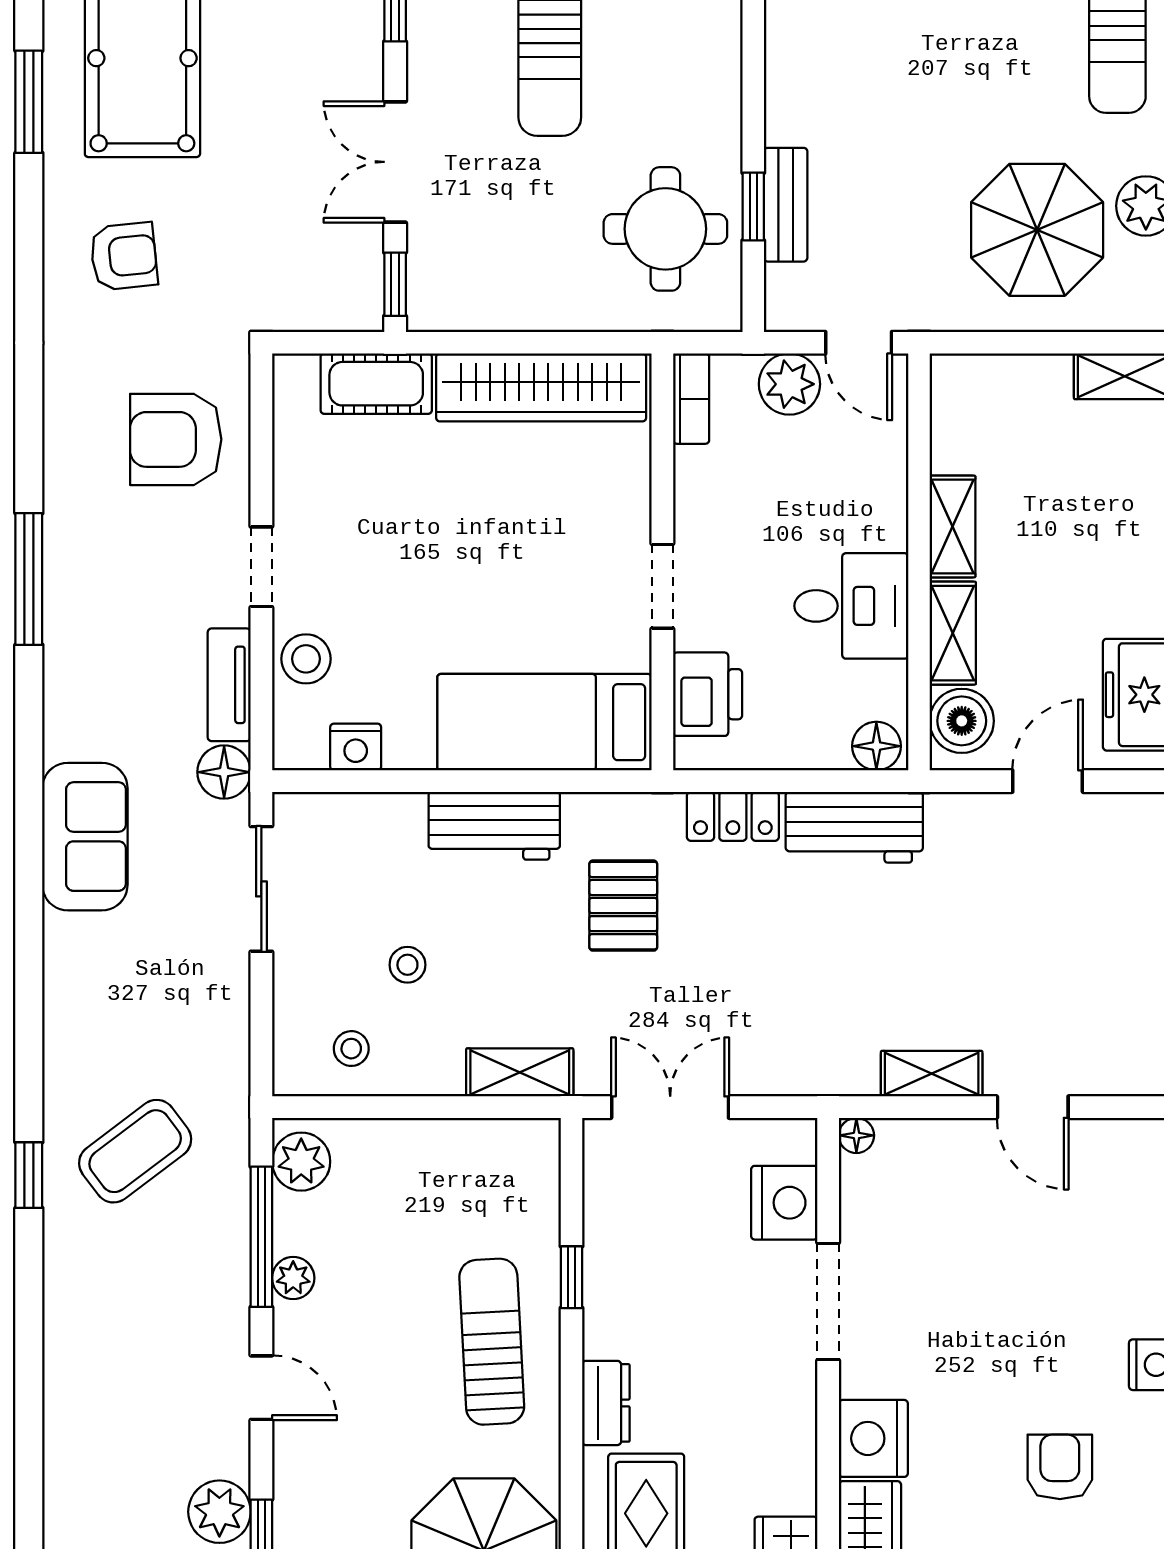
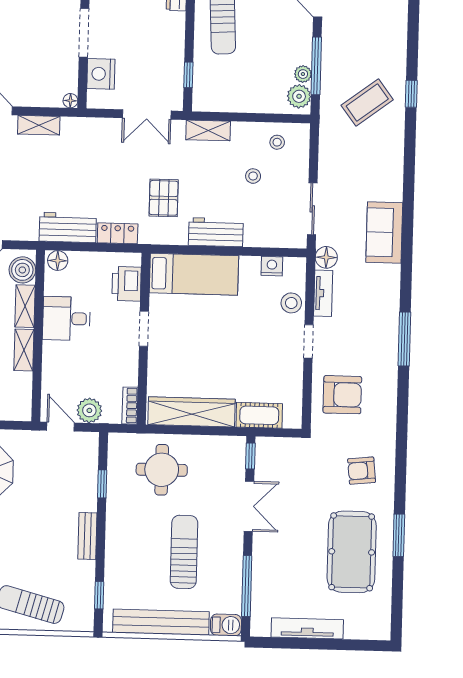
bench: (786, 205) -> (87, 536), moved
round table: (665, 229) -> (162, 470), moved
window: (571, 1277) -> (188, 75), moved
plant: (293, 1278) -> (303, 74), moved

